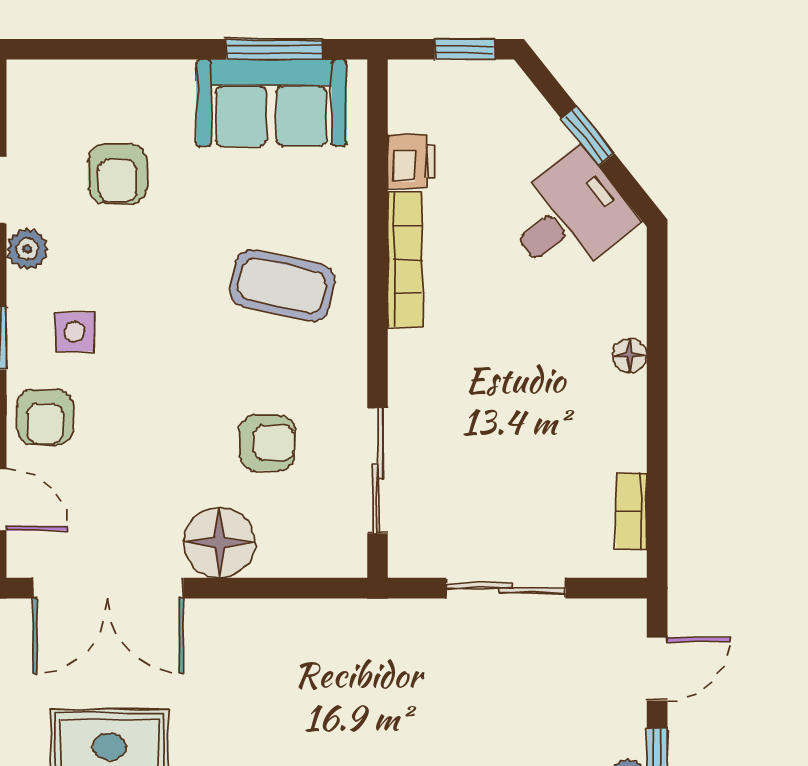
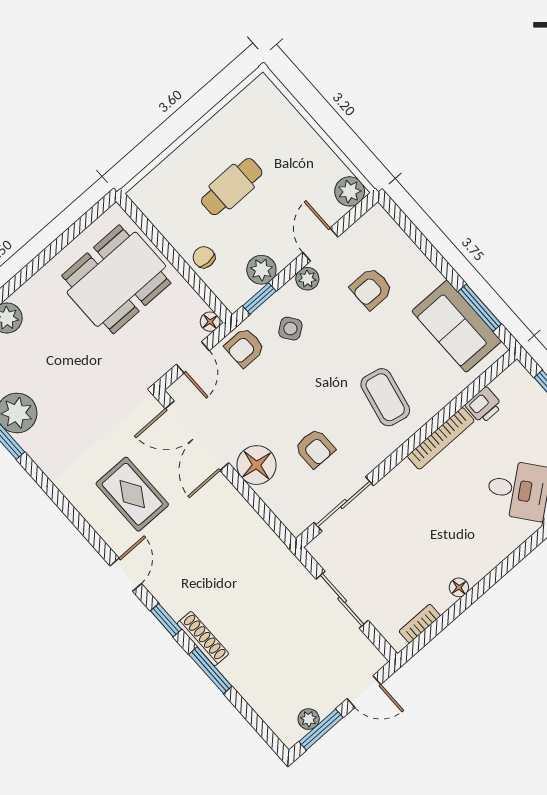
side table: (75, 332) -> (290, 329), turned -36
floor lamp: (630, 355) -> (459, 587), moved

